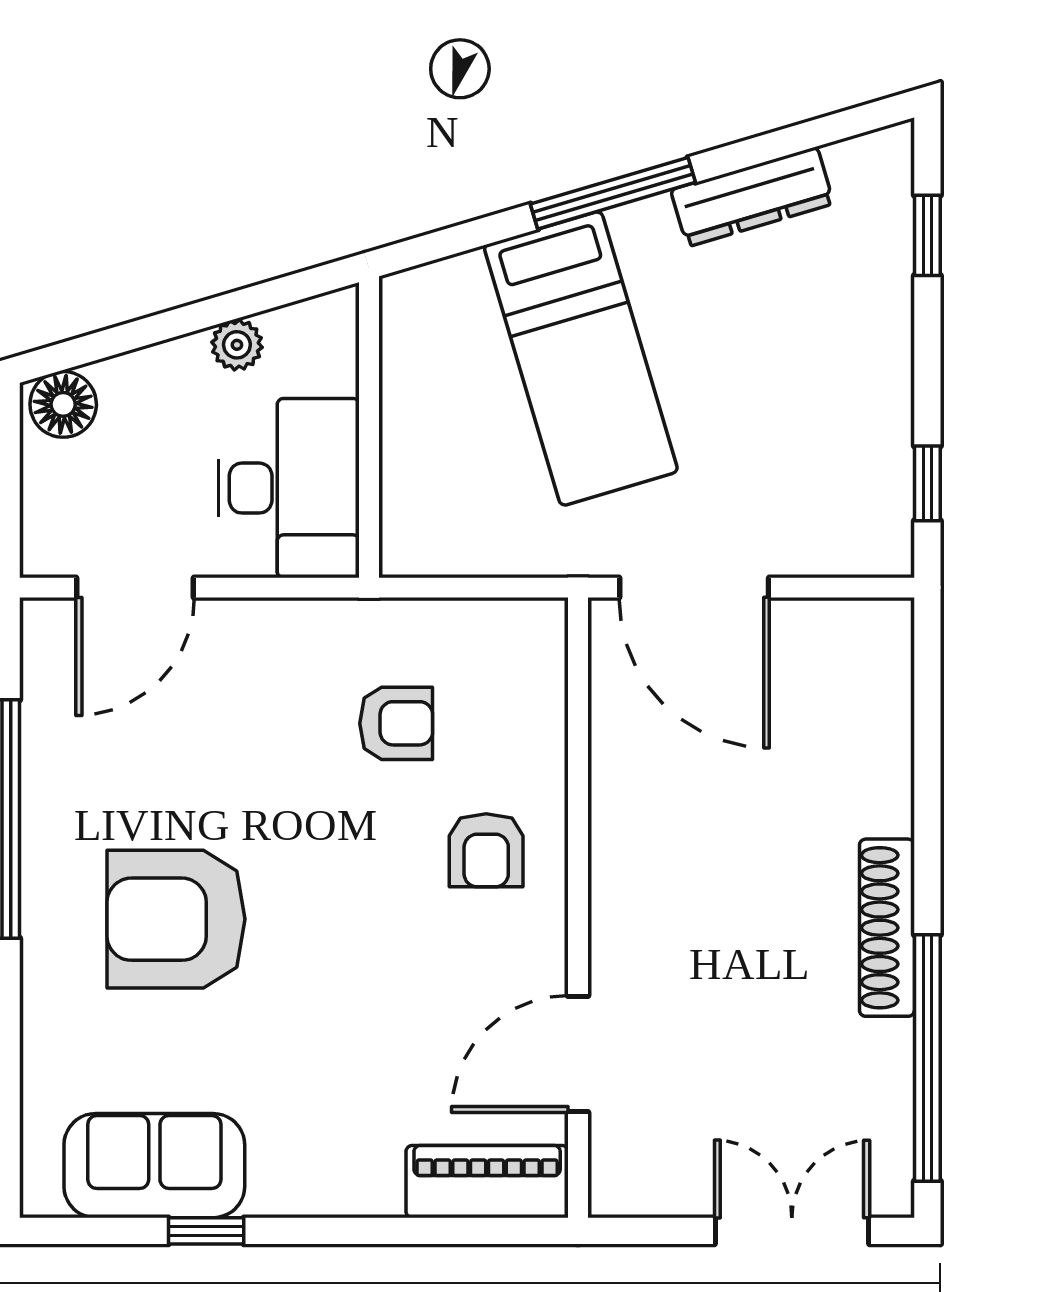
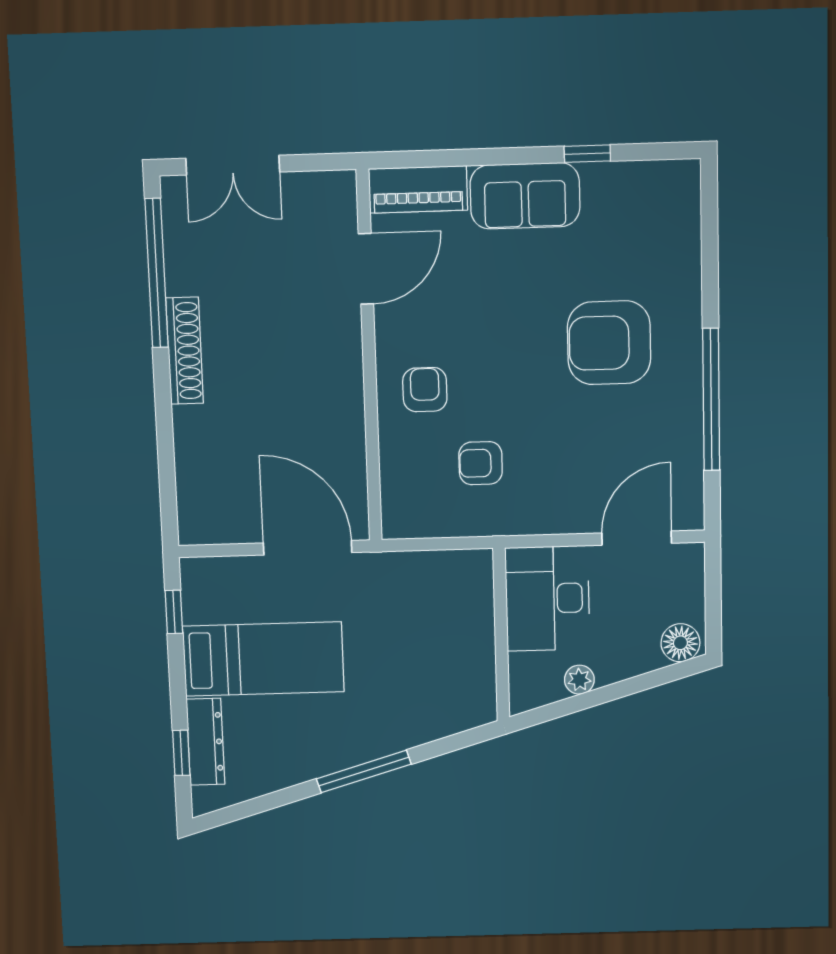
dresser: (752, 197) -> (206, 742), moved, turned 107
bed: (581, 358) -> (263, 659), moved, turned 107
armchair: (176, 919) -> (609, 343), turned 180
sofa: (154, 1166) -> (525, 196), moved

